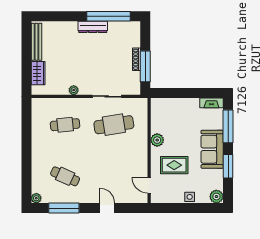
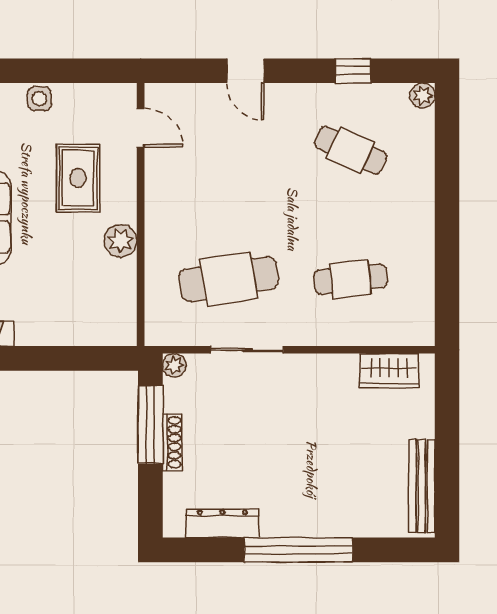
window: (108, 16) -> (298, 550), moved
dresser: (93, 27) -> (222, 523), moved
wardrobe: (38, 73) -> (389, 371), moved, turned -90
plant: (74, 90) -> (174, 365), moved
rug: (174, 165) -> (78, 178), turned 90
window: (64, 208) -> (353, 71), width x0.46

